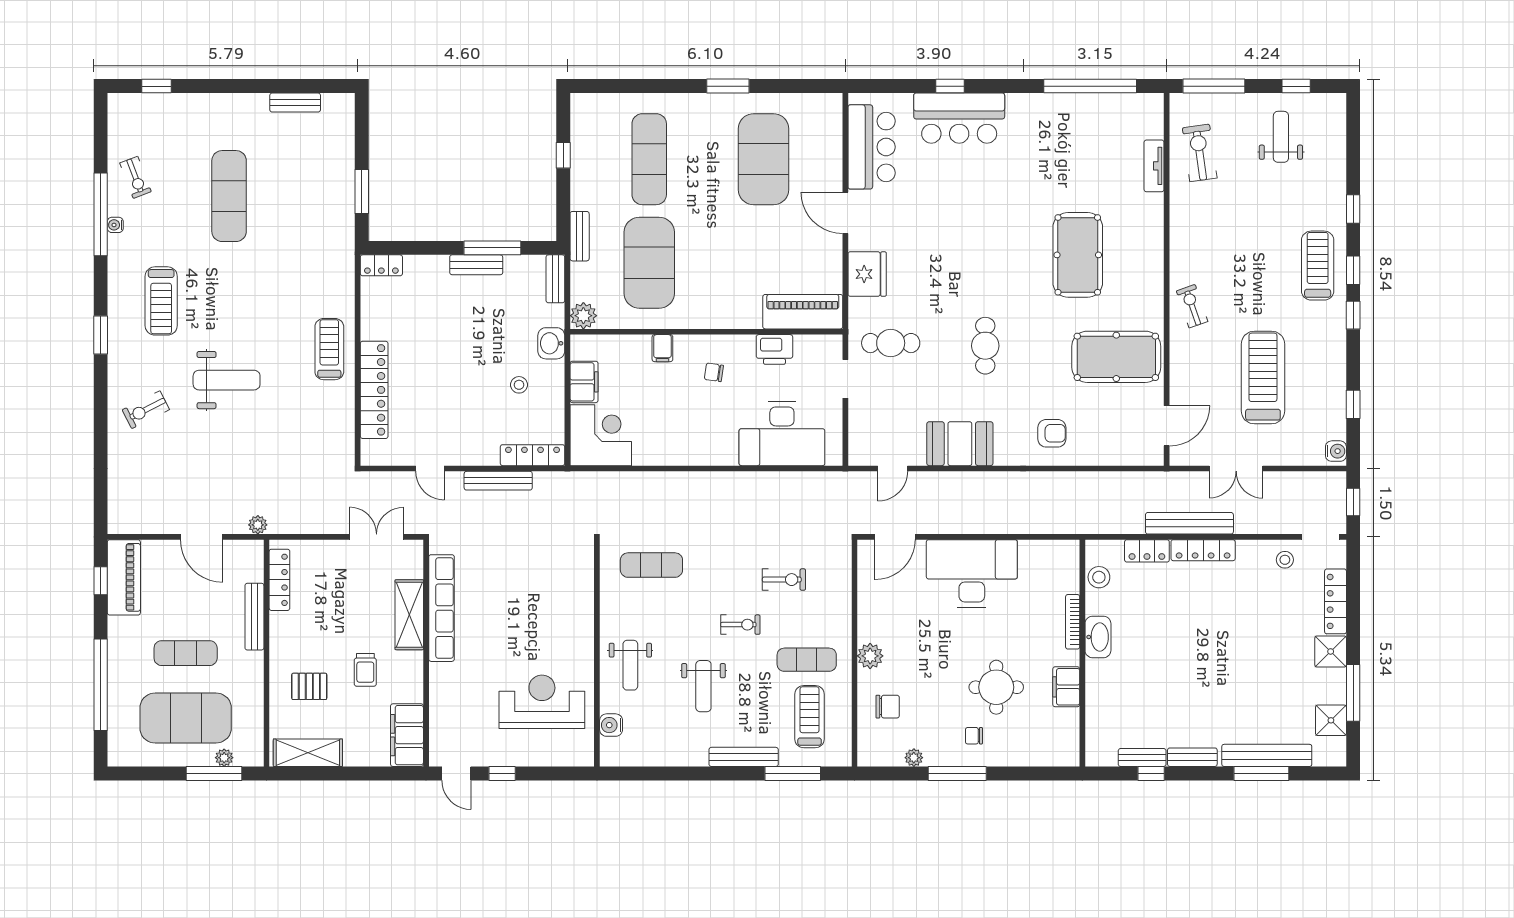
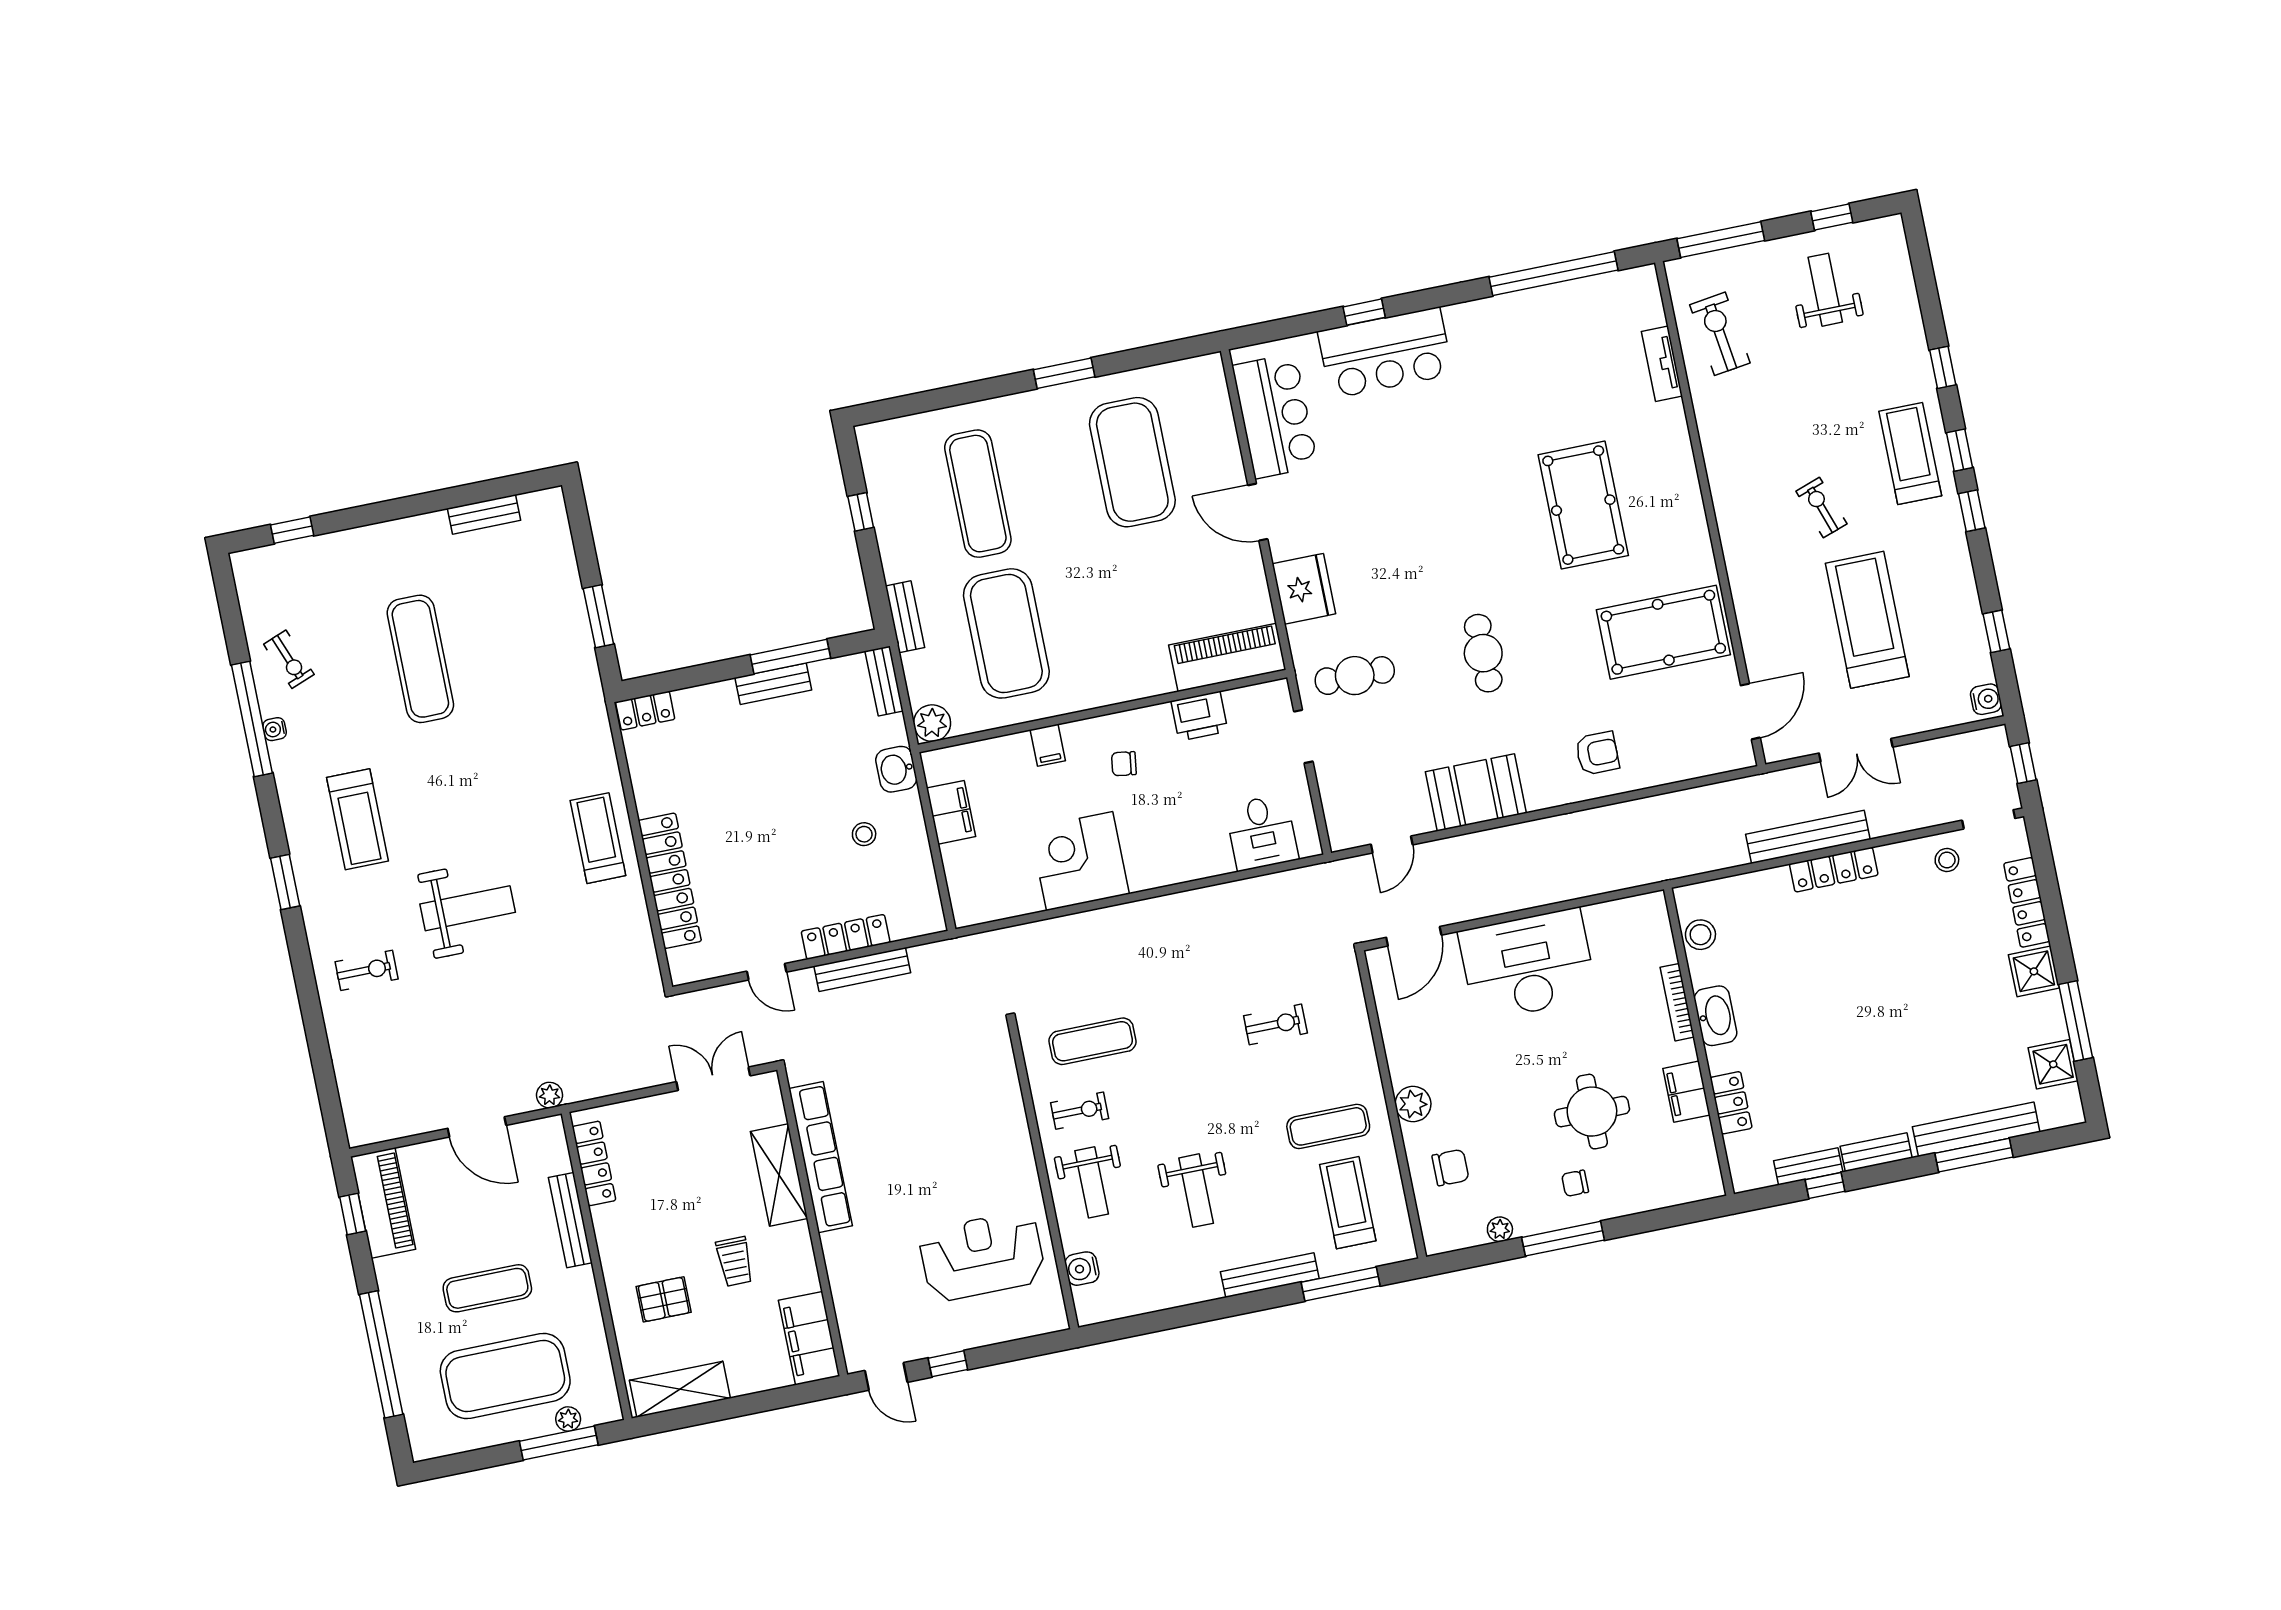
exercise bike: (1192, 306) -> (1821, 508), moved
exercise bike: (146, 410) -> (367, 970), turned -153
desk: (782, 434) -> (1262, 832), width x0.53, depth x0.77
corner desk: (601, 435) -> (1080, 861), moved, turned -90
locker: (532, 455) -> (846, 937), moved
locker: (1147, 551) -> (1731, 1103), moved, turned -90
exercise bike: (740, 625) -> (1080, 1111), moved

